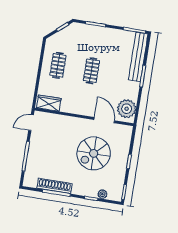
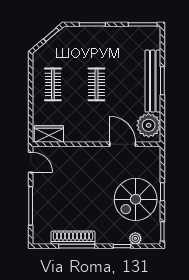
bench: (138, 57) -> (153, 81), moved
door: (31, 123) -> (31, 162), swing flipped
spiral stairs: (94, 153) -> (136, 199), moved

